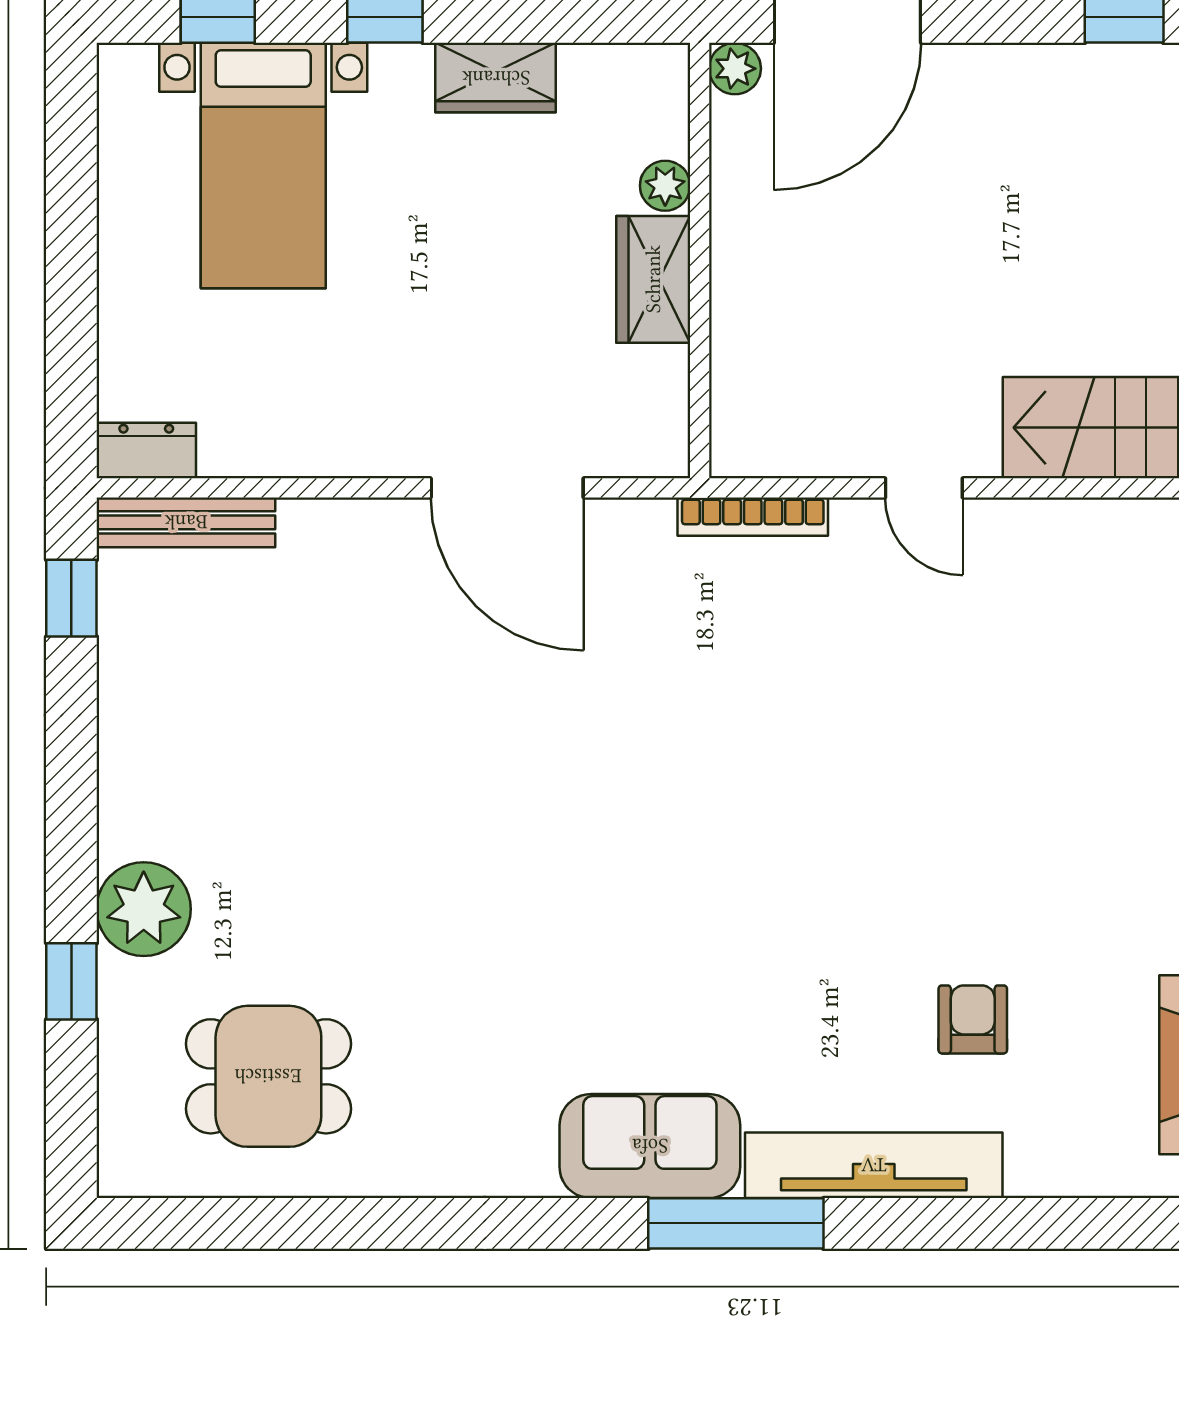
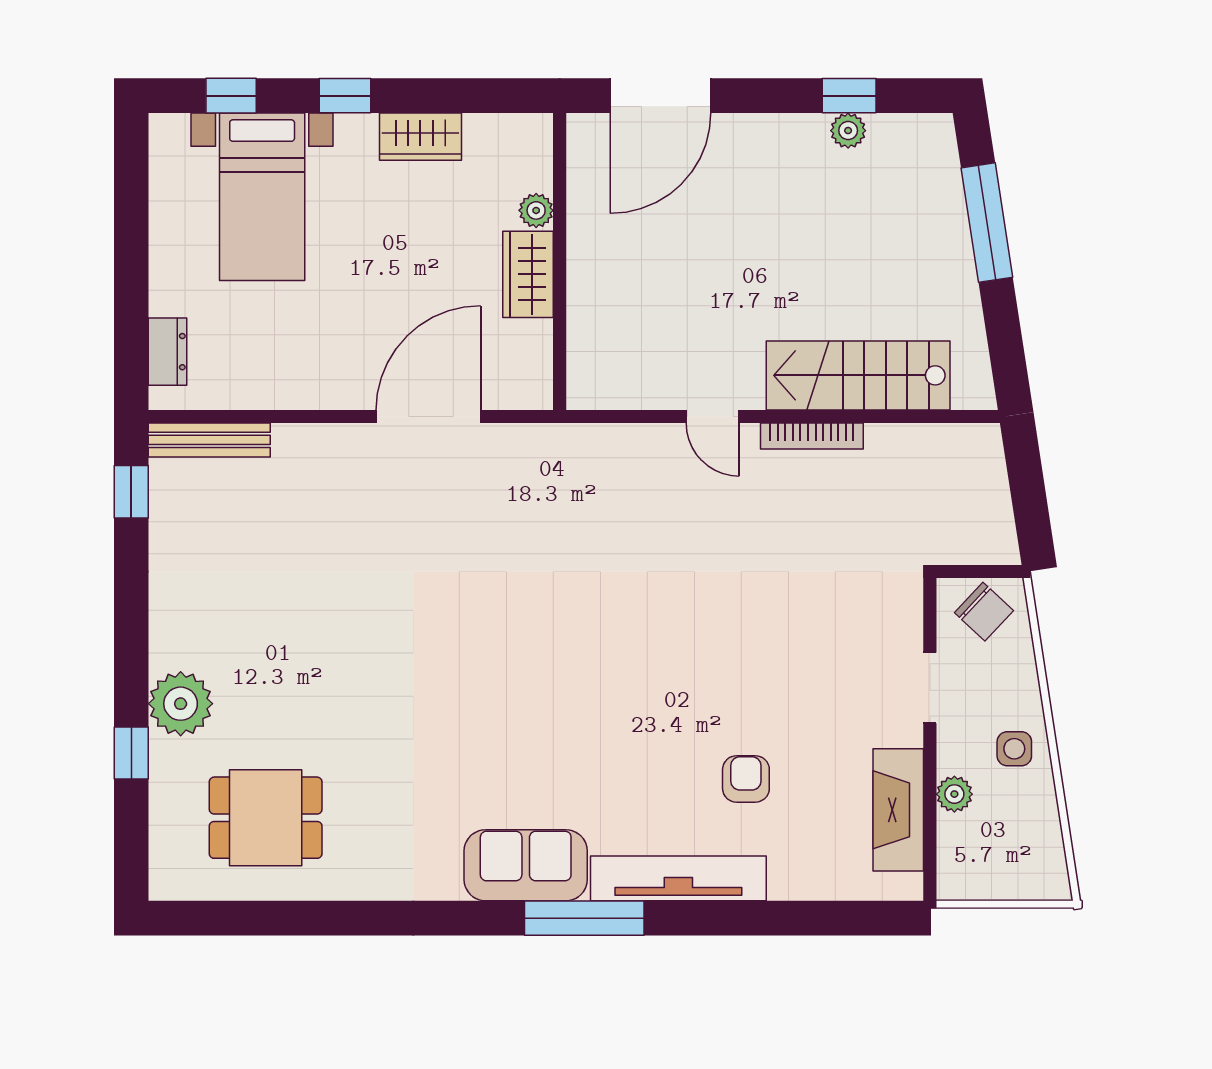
plant: (735, 69) -> (848, 131), moved
dresser: (146, 450) -> (168, 352), moved, turned 90
door: (507, 488) -> (428, 416), swing flipped
bookcase: (753, 517) -> (812, 436), moved

